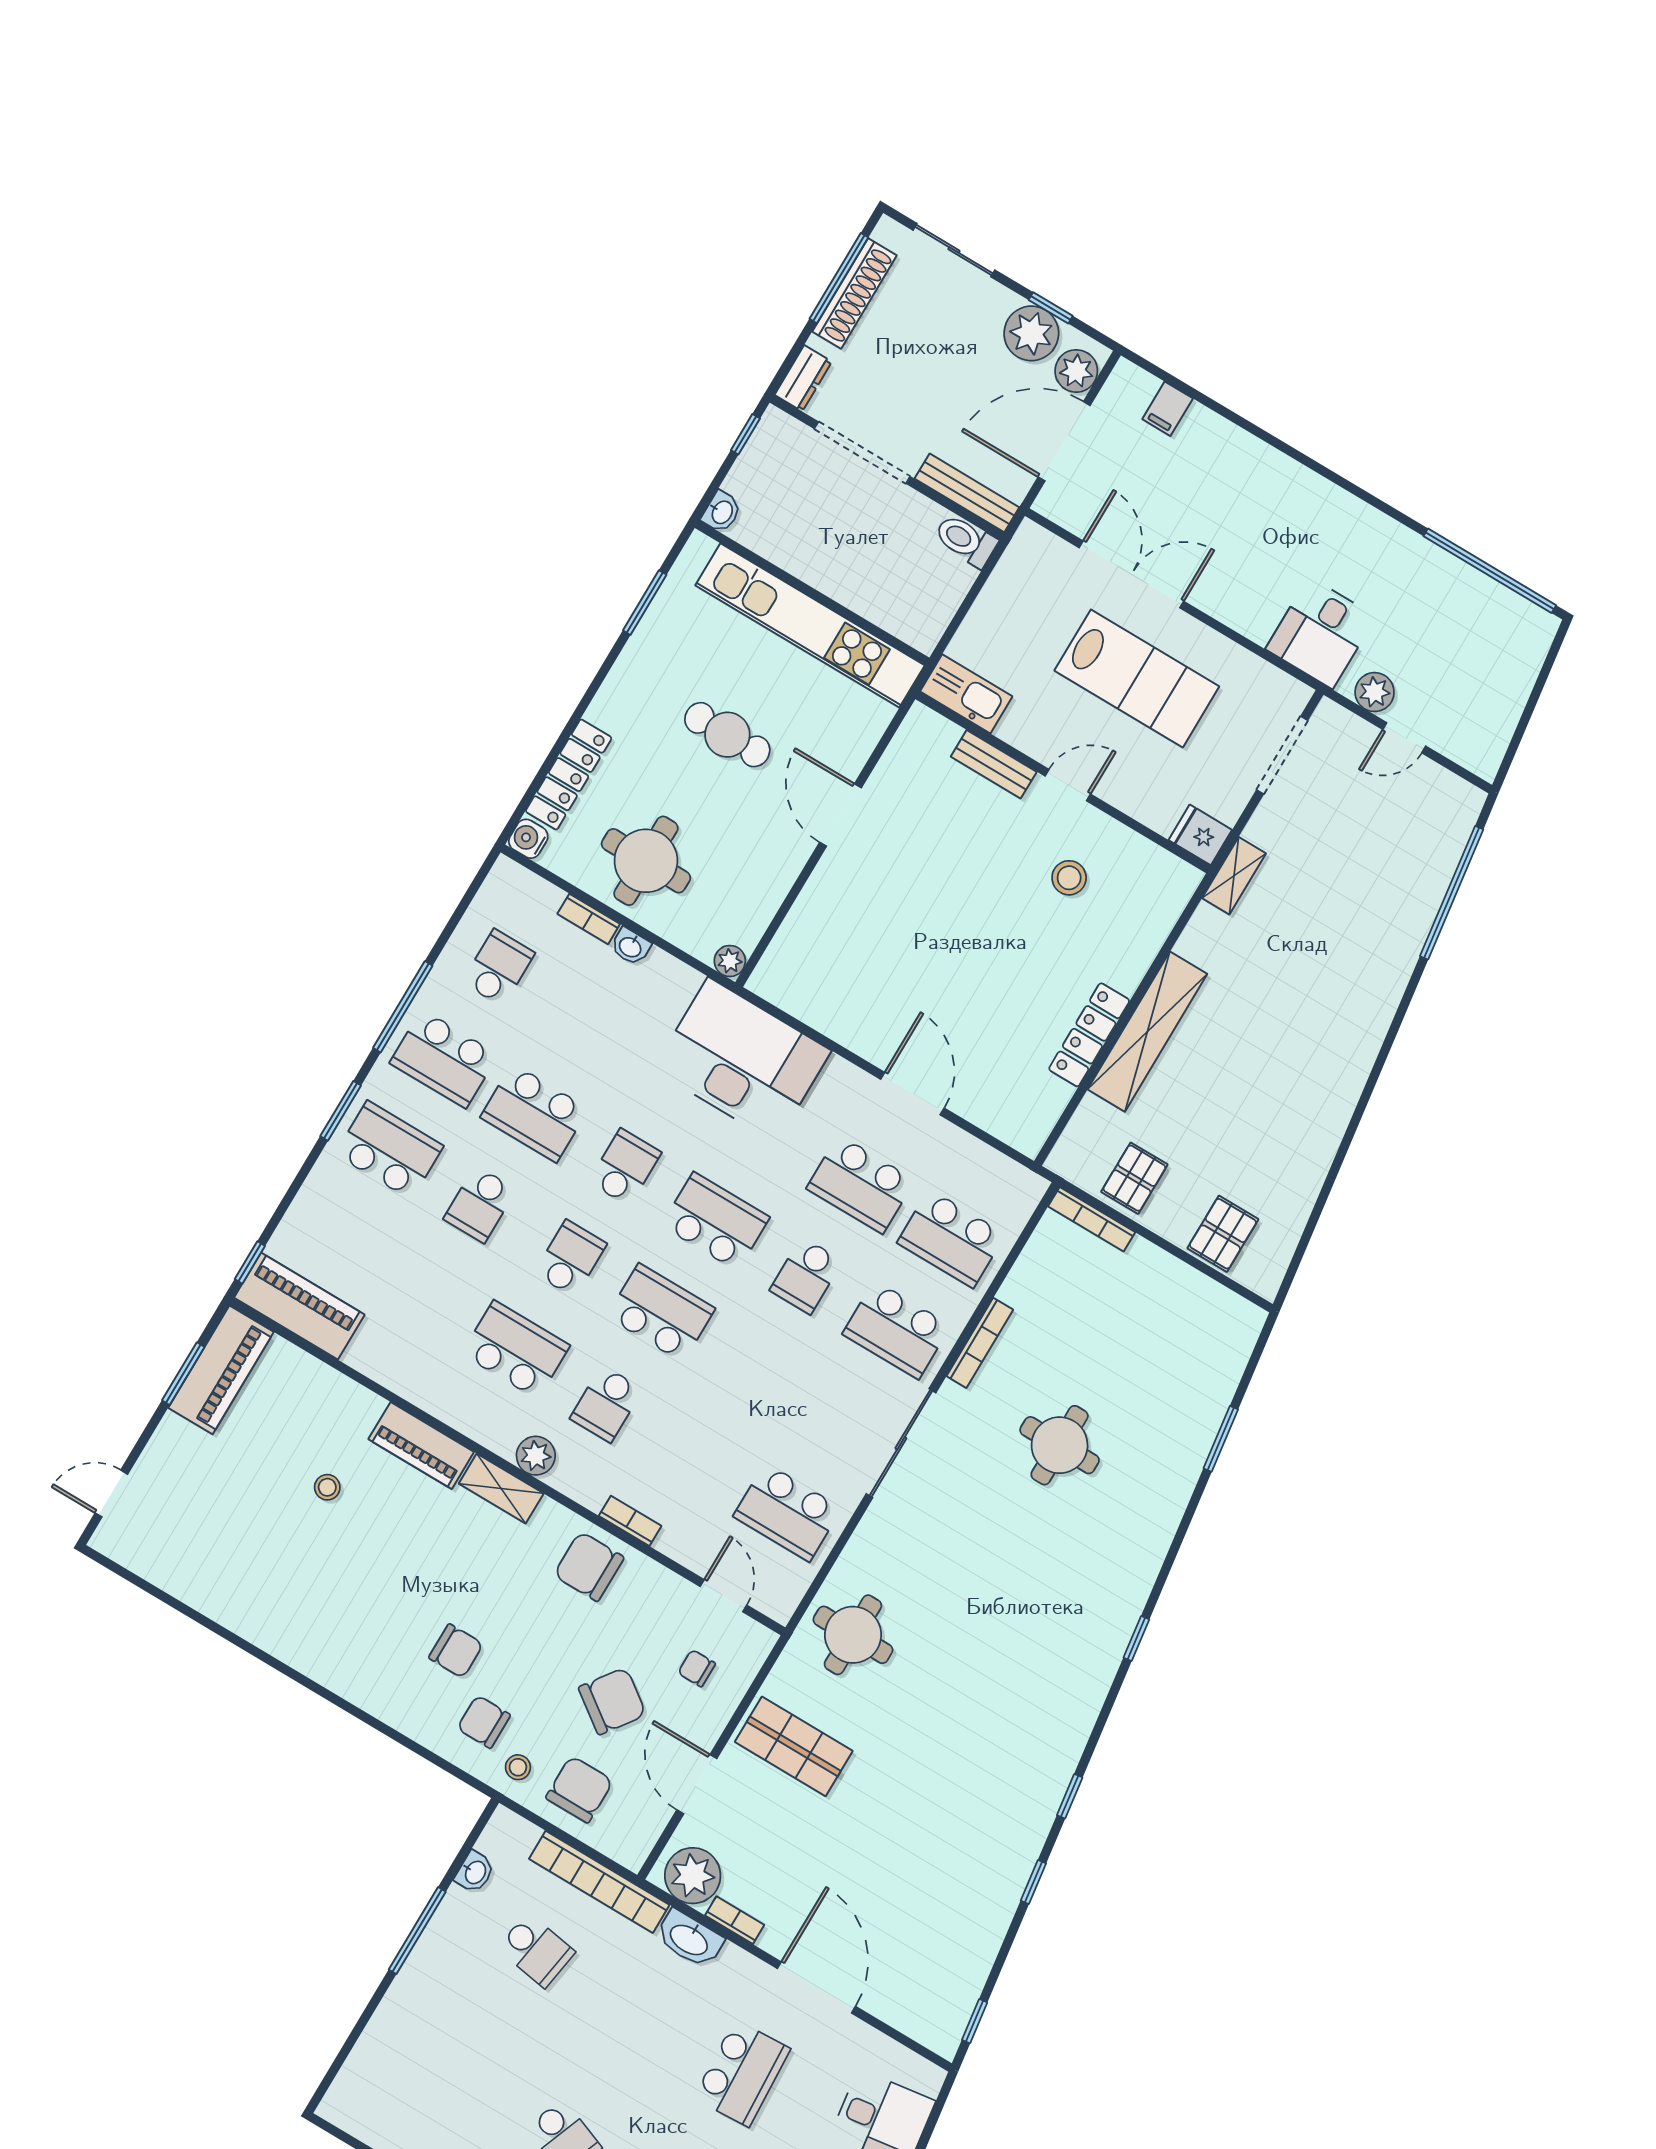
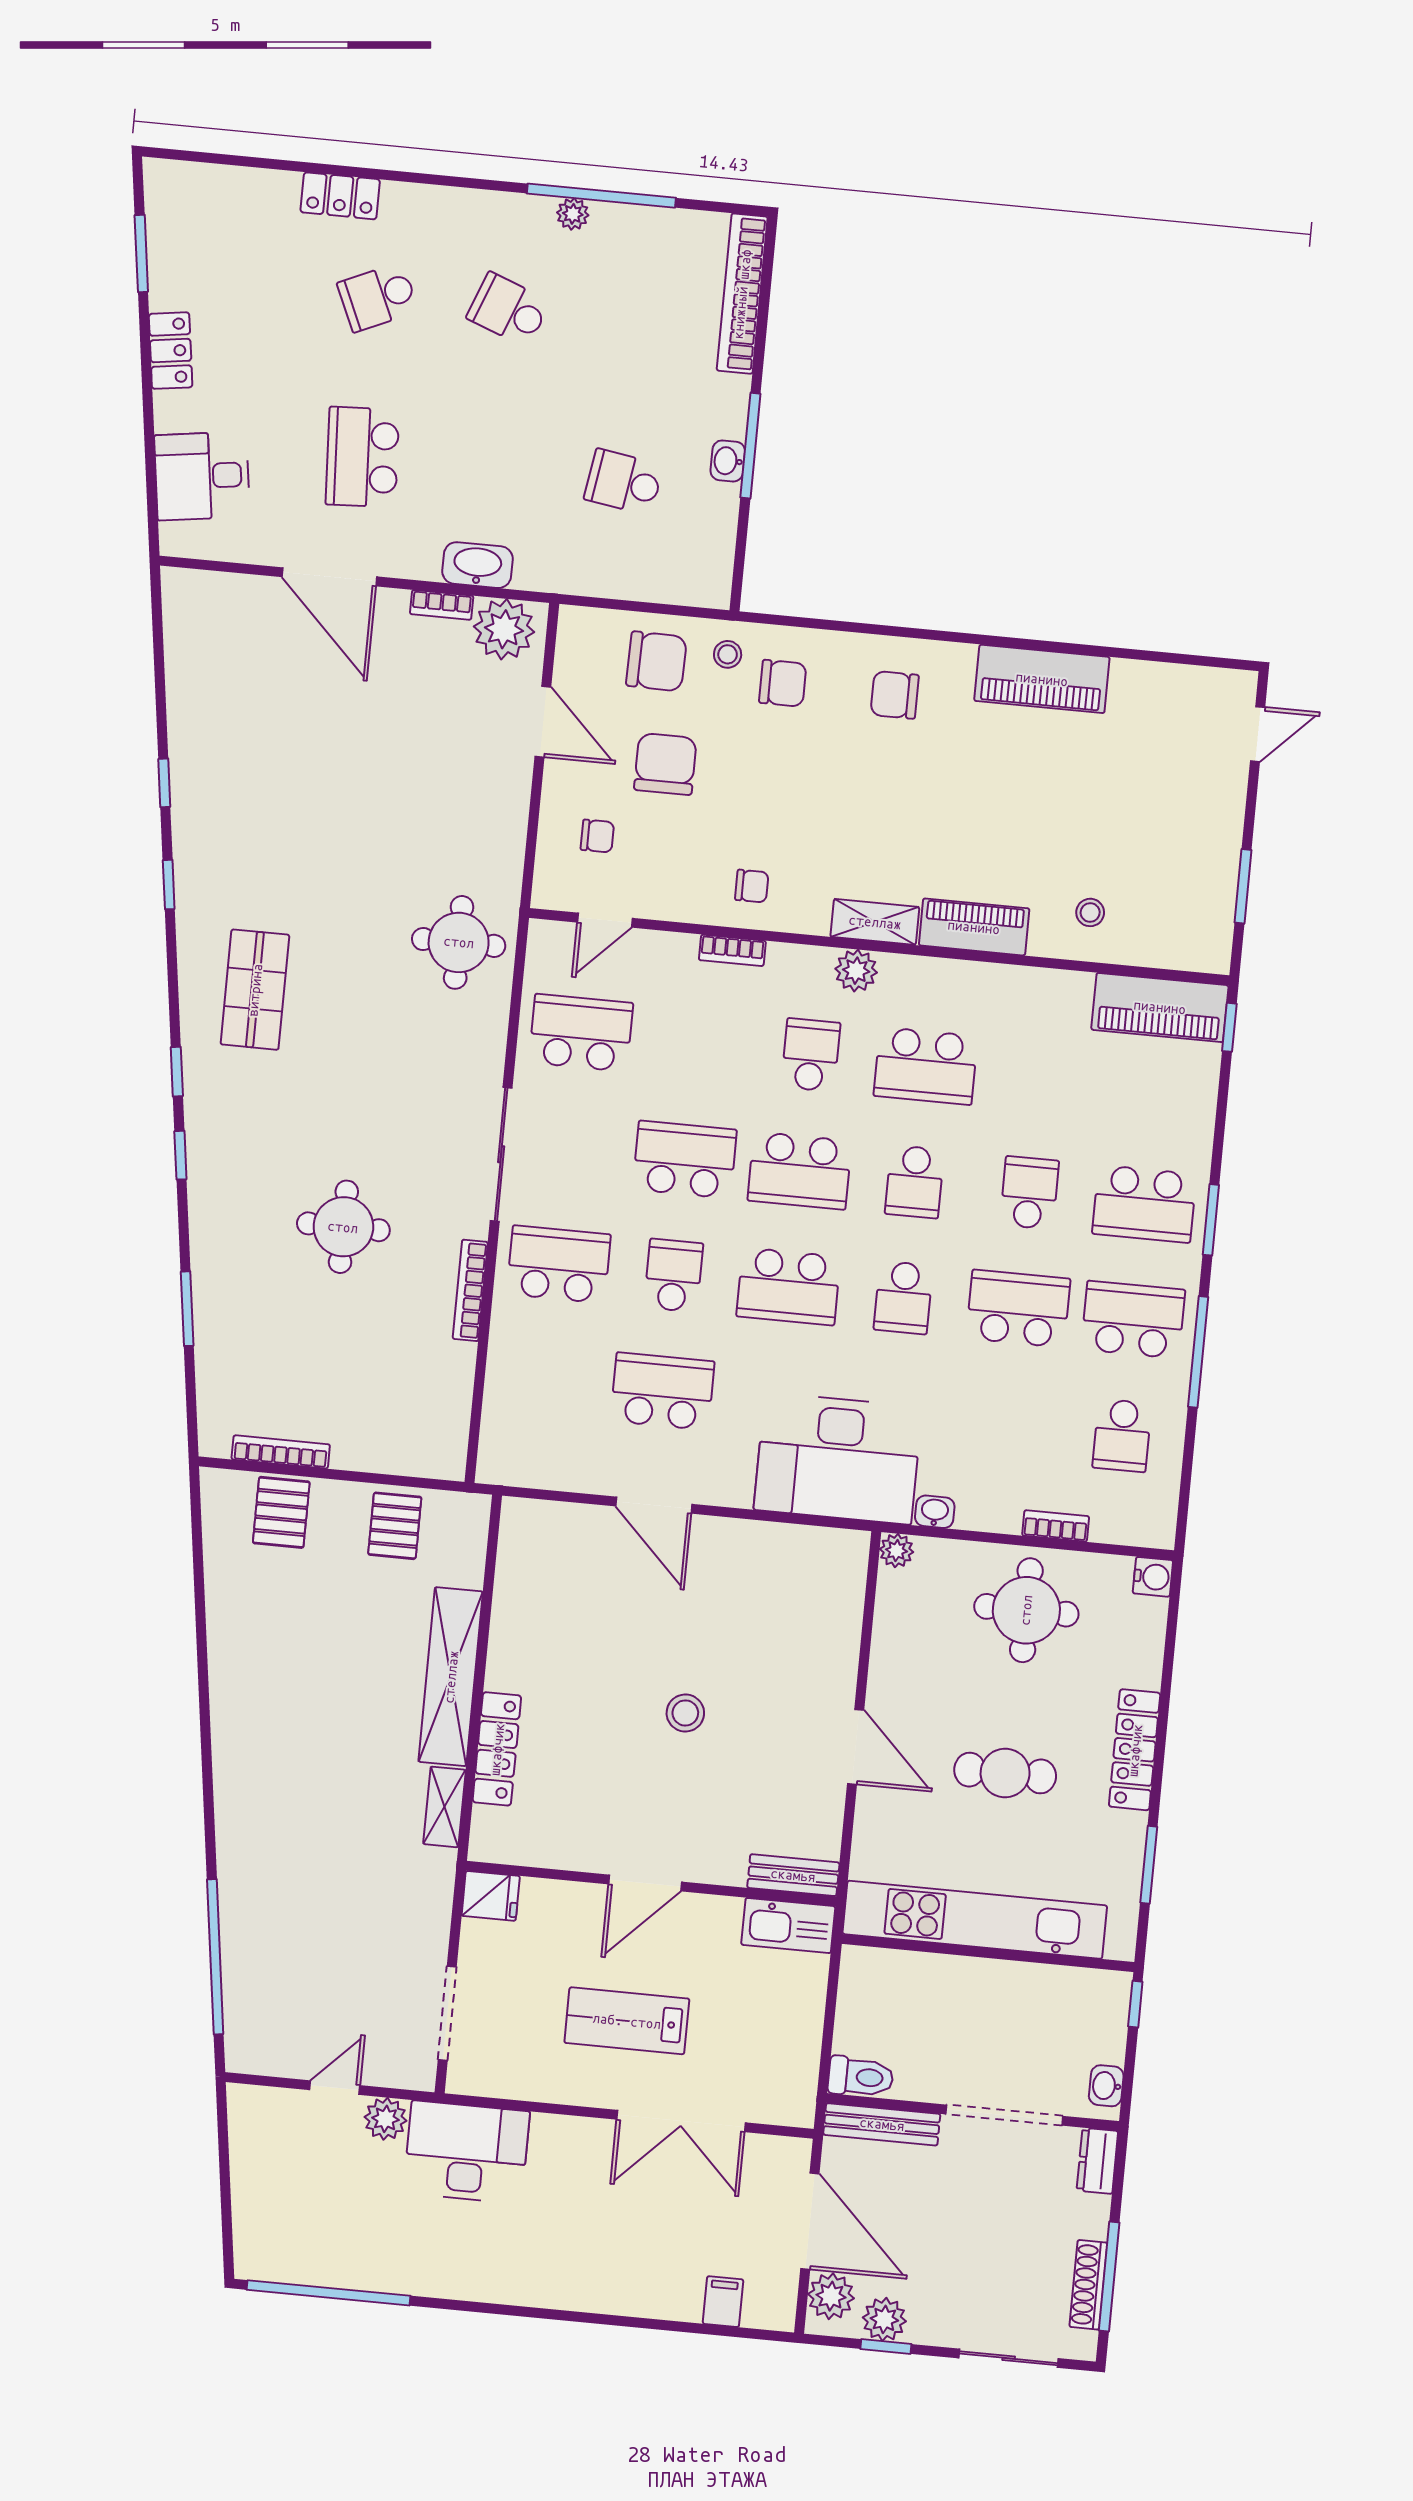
shoe rack: (855, 293) -> (1088, 2285), width x0.74, depth x0.81
plant: (1031, 333) -> (884, 2319), width x0.73, depth x0.73
window: (745, 434) -> (1135, 2004), moved
door: (1064, 441) -> (810, 2221), hinge flipped
washbasin: (722, 512) -> (1106, 2086), moved
desk: (1321, 633) -> (467, 2152), width x1.37
lab bench: (1137, 678) -> (627, 2021), width x0.73, depth x0.72
bench: (994, 764) -> (793, 1875), moved
locker: (569, 775) -> (1135, 1750), moved
door: (1068, 785) -> (645, 1883), width x1.38
shelving: (1234, 876) -> (444, 1807), moved
stool: (1069, 878) -> (685, 1713), moved
washbasin: (631, 947) -> (935, 1512), moved
locker: (1089, 1035) -> (497, 1749), moved
bookcase: (1092, 1219) -> (281, 1452), moved
school desk: (951, 1239) -> (685, 1160), moved
piano: (221, 1370) -> (1042, 679), moved, turned -90
stool: (327, 1487) -> (1090, 912), moved
chair: (589, 1566) -> (752, 886), width x0.54, depth x0.54
door: (723, 1596) -> (605, 920), hinge flipped
chair: (456, 1651) -> (895, 695), moved
chair: (612, 1701) -> (665, 764), turned 144
shop shelf: (794, 1746) -> (255, 990), moved, turned 90
chair: (579, 1789) -> (656, 661), turned -89
washbasin: (475, 1872) -> (728, 461), moved
bookcase: (599, 1882) -> (742, 294), moved, turned -90
window: (975, 2021) -> (180, 1155), moved

